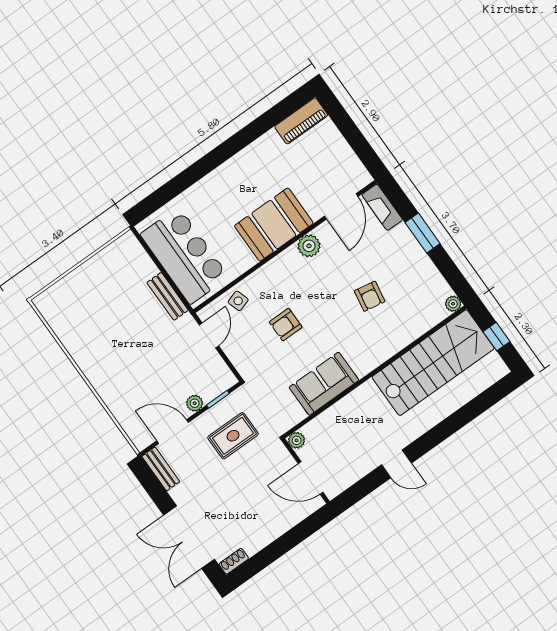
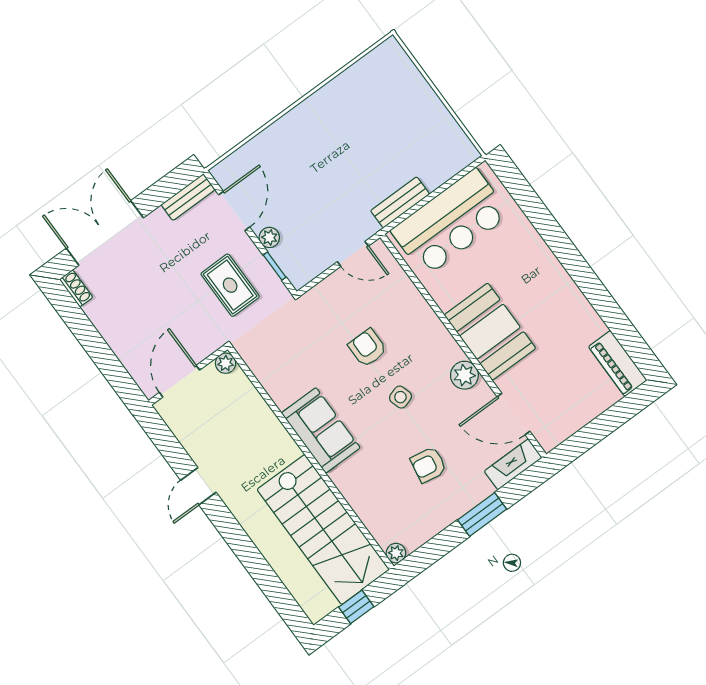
armchair: (370, 296) -> (428, 465), moved
side table: (238, 301) -> (400, 397), moved
sofa: (324, 384) -> (321, 430), moved

